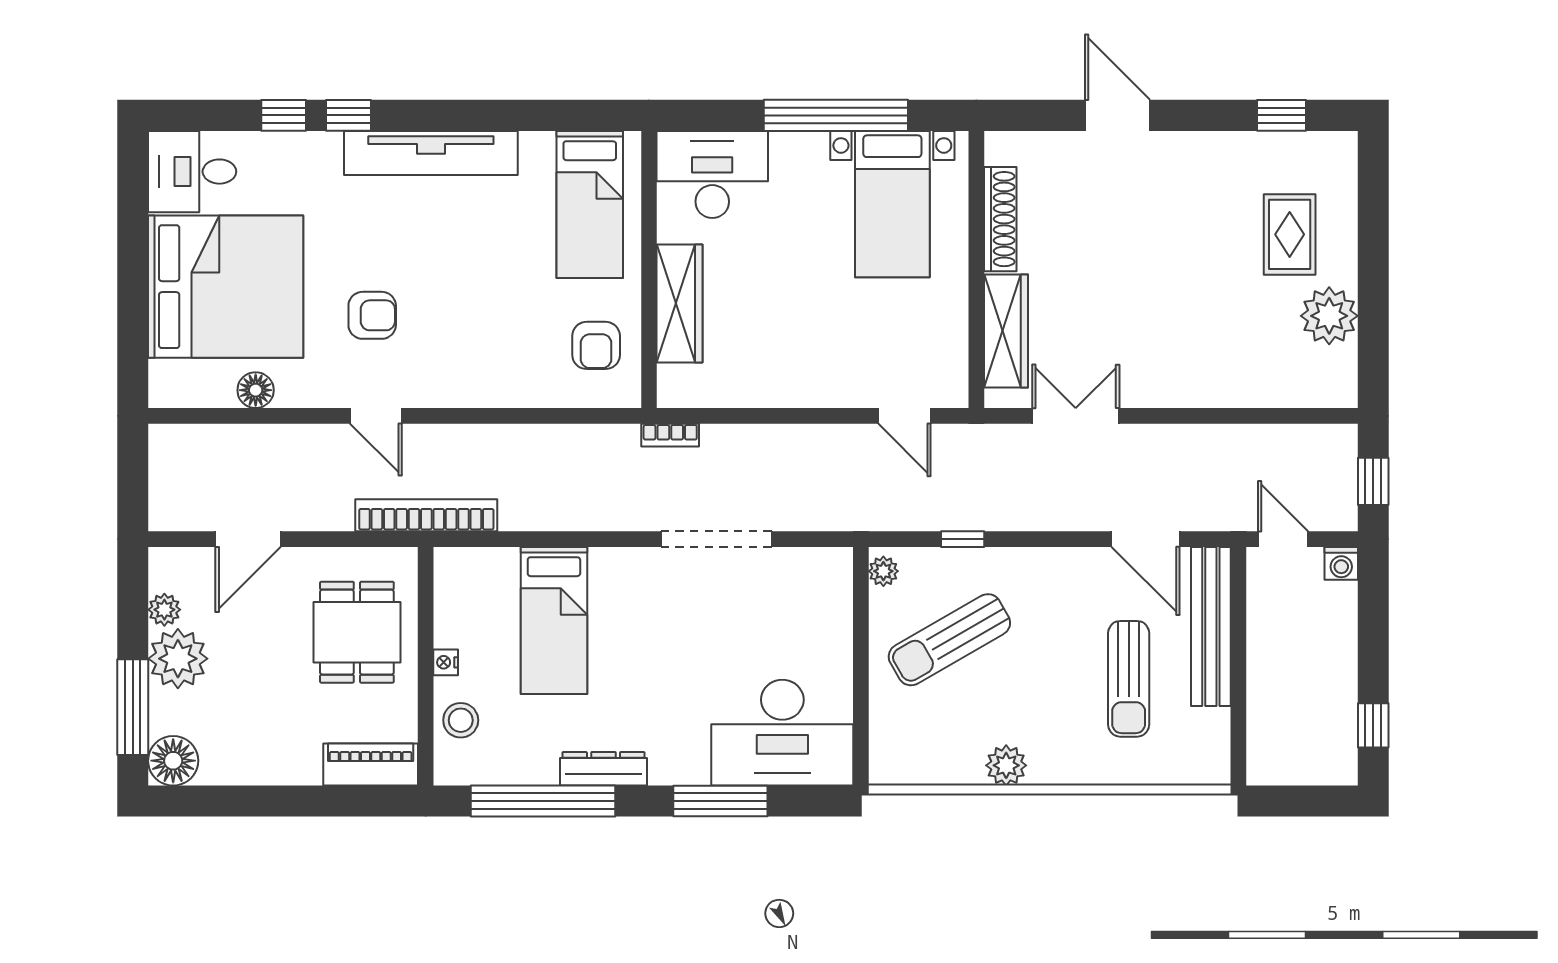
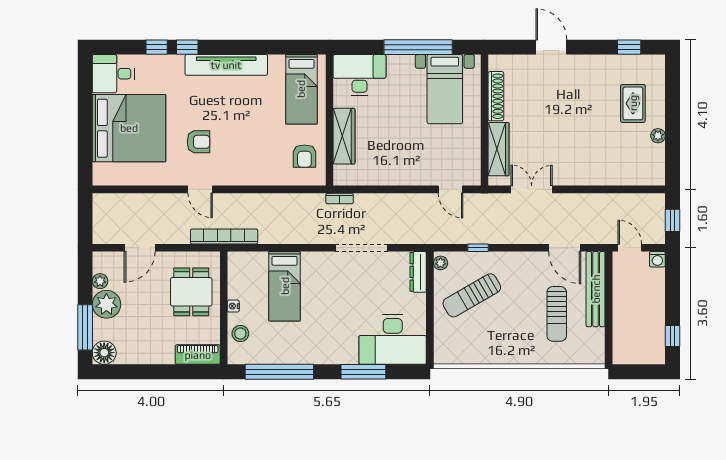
plant: (1329, 316) -> (658, 136), width x0.53, depth x0.53
floor lamp: (256, 390) -> (143, 177), removed
plant: (1006, 765) -> (499, 355), removed
dresser: (603, 769) -> (418, 272), moved, turned -90

